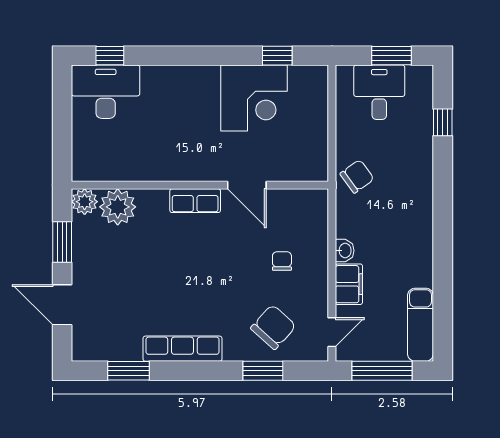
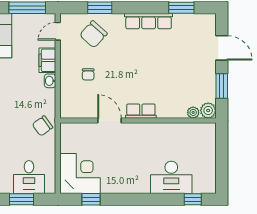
desk: (106, 92) -> (171, 177), moved
corner desk: (254, 98) -> (80, 174), moved, turned 90
plant: (118, 207) -> (193, 112), width x0.53, depth x0.53

